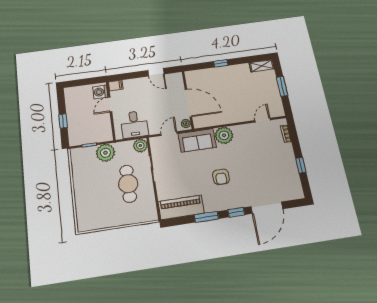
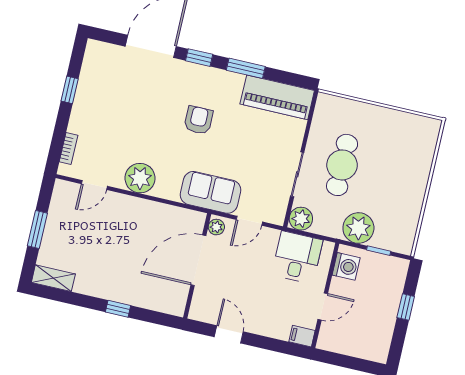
washing machine: (100, 92) -> (346, 266), moved
door: (188, 103) -> (198, 260), hinge flipped
plant: (224, 135) -> (140, 178), moved

